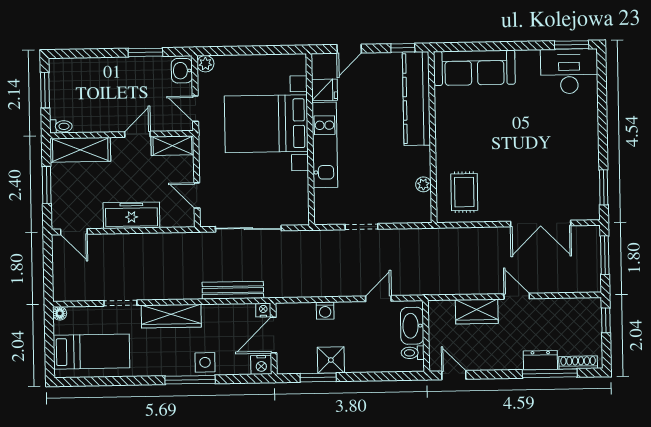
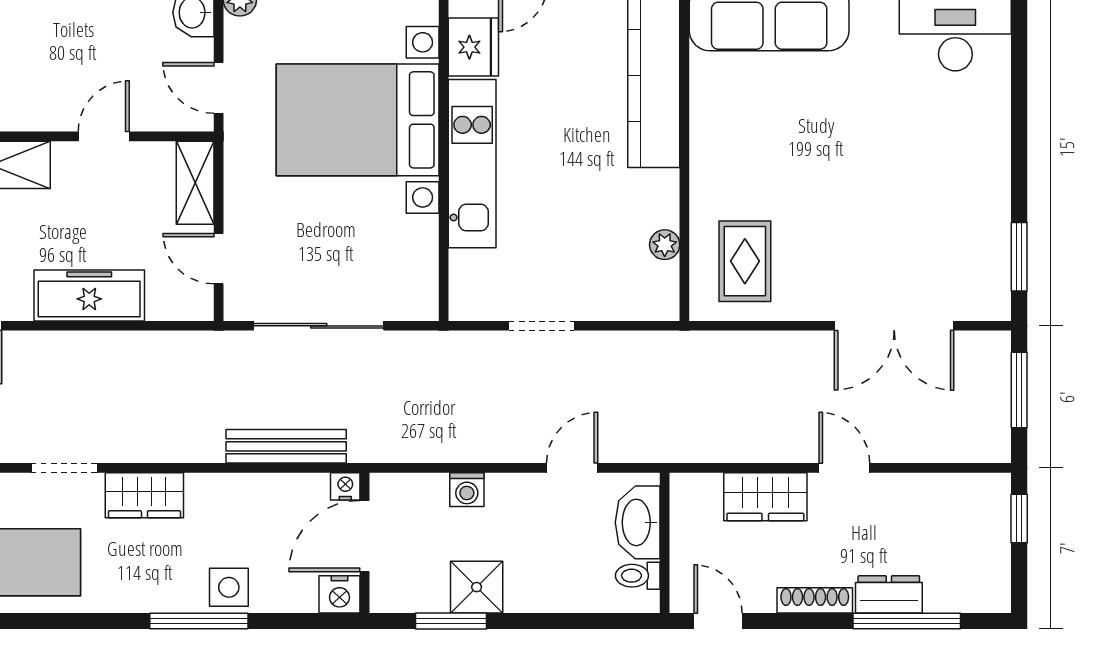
fridge: (325, 90) -> (473, 47), width x1.38
shelving: (172, 146) -> (195, 183), moved, turned 90
wardrobe: (171, 316) -> (144, 495), width x0.67
shoe rack: (578, 362) -> (815, 600), moved

